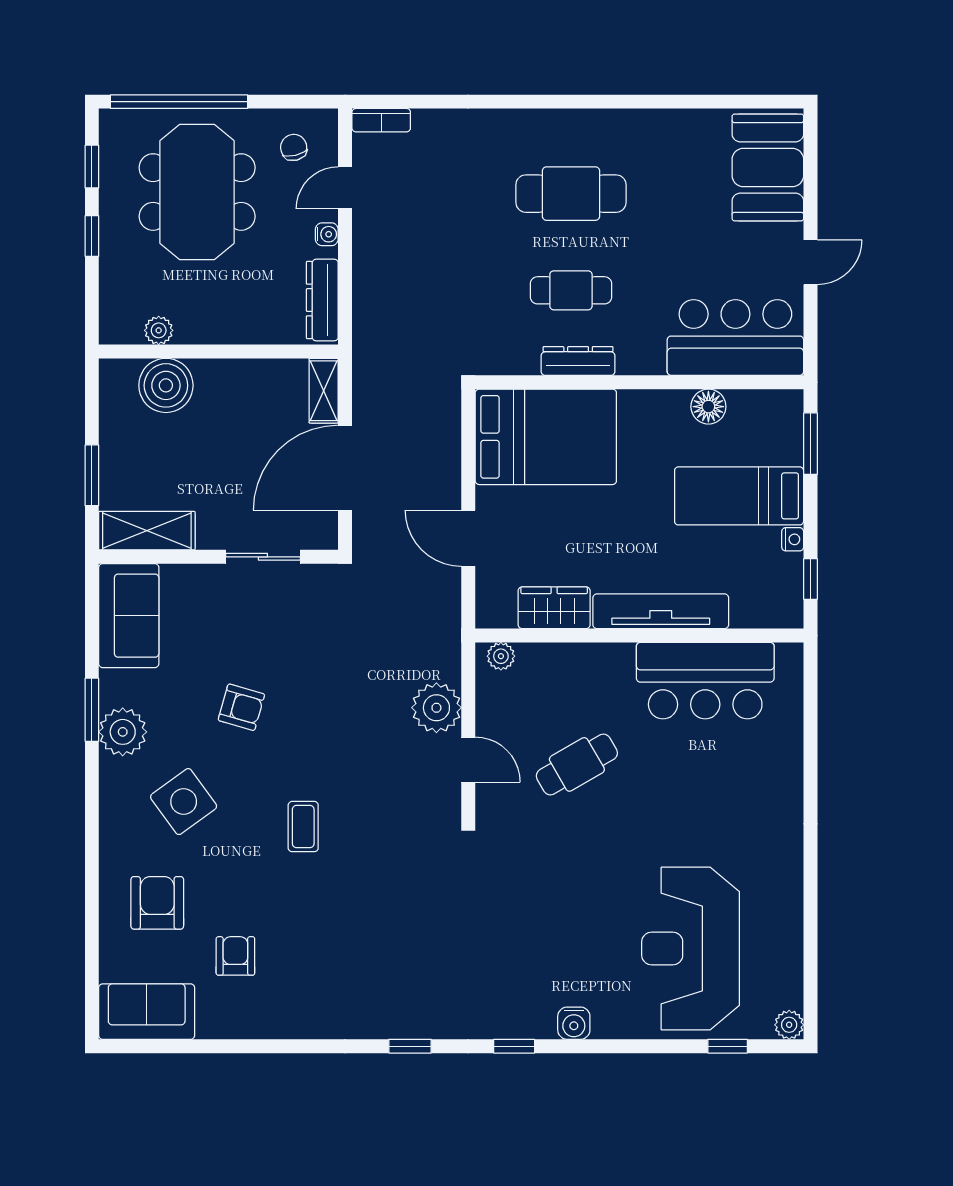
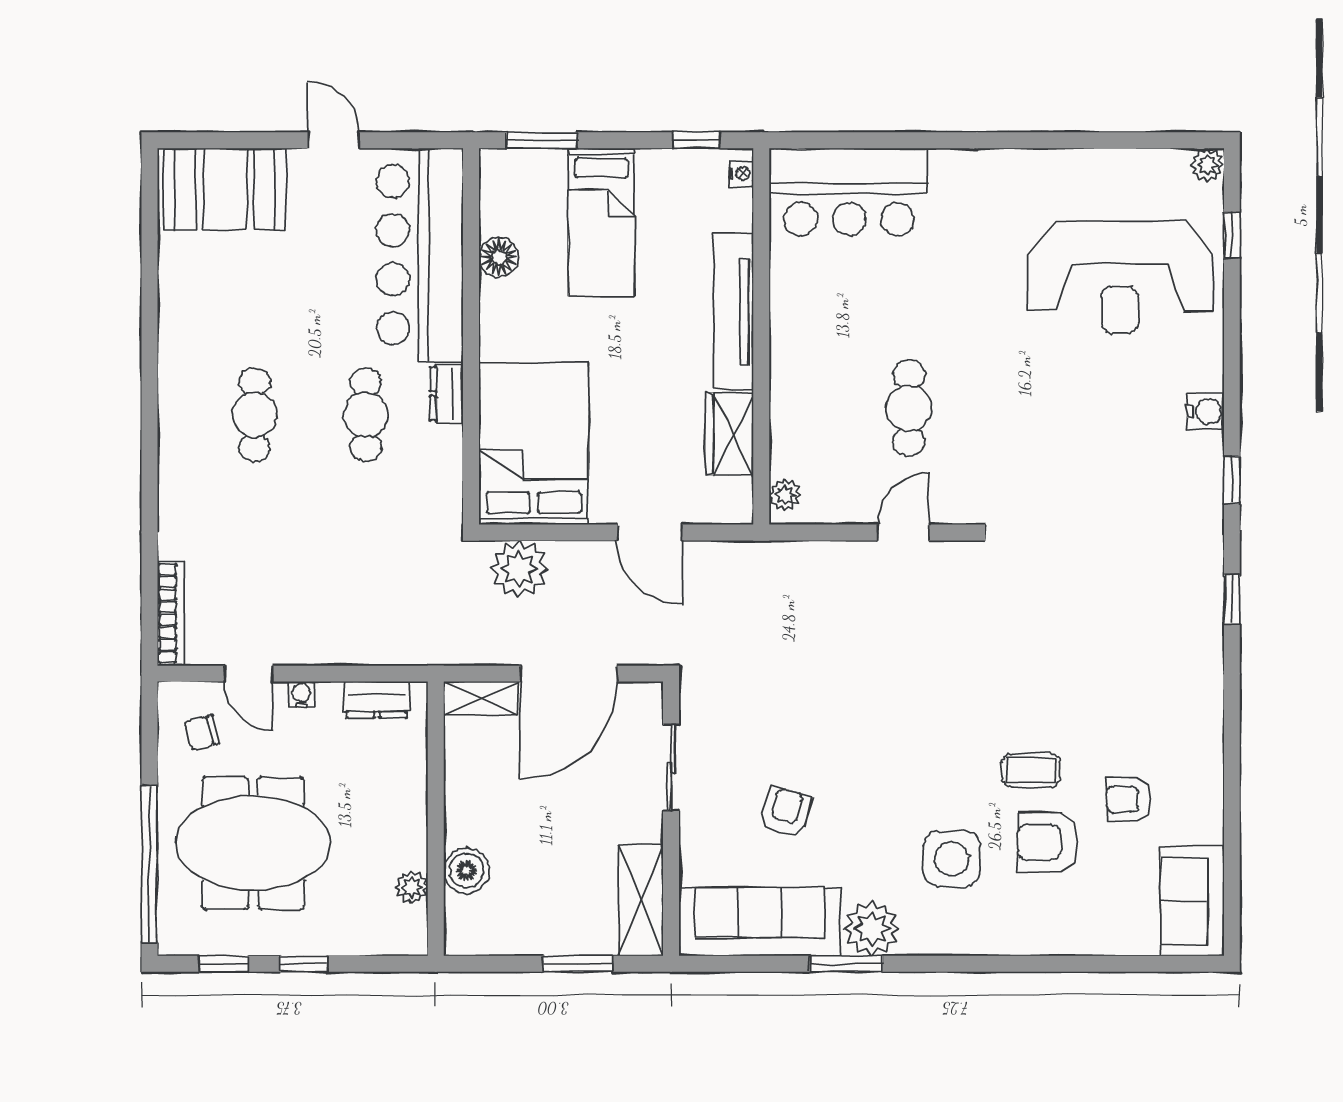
bookcase: (381, 120) -> (171, 613), width x1.56
cafe table: (571, 194) -> (255, 415), width x0.73, depth x0.74
dresser: (322, 300) -> (377, 700), width x0.70
bar counter: (735, 338) -> (420, 255), width x1.36
dresser: (578, 361) -> (447, 394), width x0.70
boiler: (166, 385) -> (466, 871), width x0.73, depth x0.73
door: (345, 468) -> (569, 674), hinge flipped
door: (468, 538) -> (650, 532), hinge flipped
nightstand: (793, 539) -> (741, 173), moved, turned 90
sofa: (129, 616) -> (760, 922), width x1.36
bar counter: (705, 681) -> (849, 192), moved, turned 90
armchair: (241, 707) -> (786, 812), moved
plant: (436, 708) -> (519, 569), moved
cafe table: (577, 764) -> (909, 408), turned 30
side table: (184, 802) -> (952, 859), turned 36
coffee table: (303, 827) -> (1031, 770), moved
armchair: (157, 903) -> (1048, 842), moved

